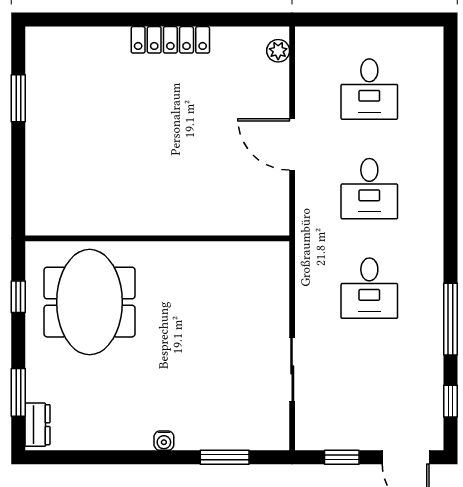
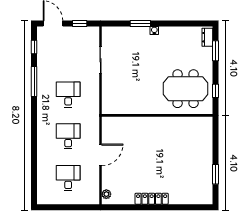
door: (292, 144) -> (100, 155), hinge flipped
meeting table: (90, 302) -> (186, 89), turned 90
window: (225, 457) -> (140, 24), moved

